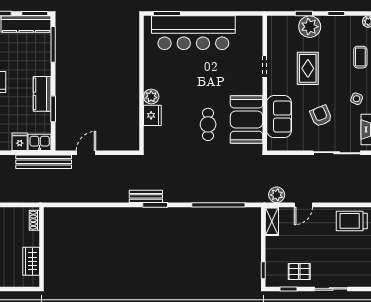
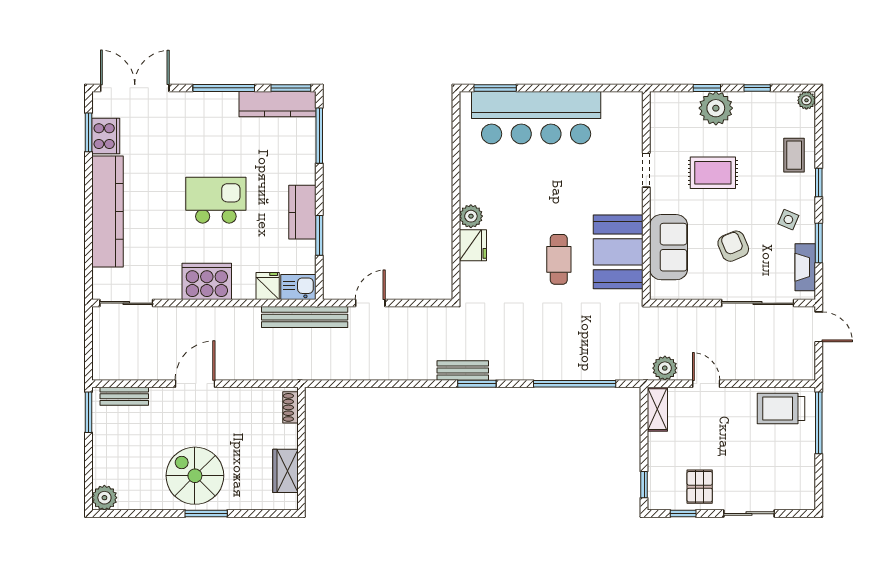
rug: (308, 68) -> (713, 173), turned 90
door: (303, 205) -> (706, 384), swing flipped
pallet: (299, 272) -> (700, 487), turned 90

